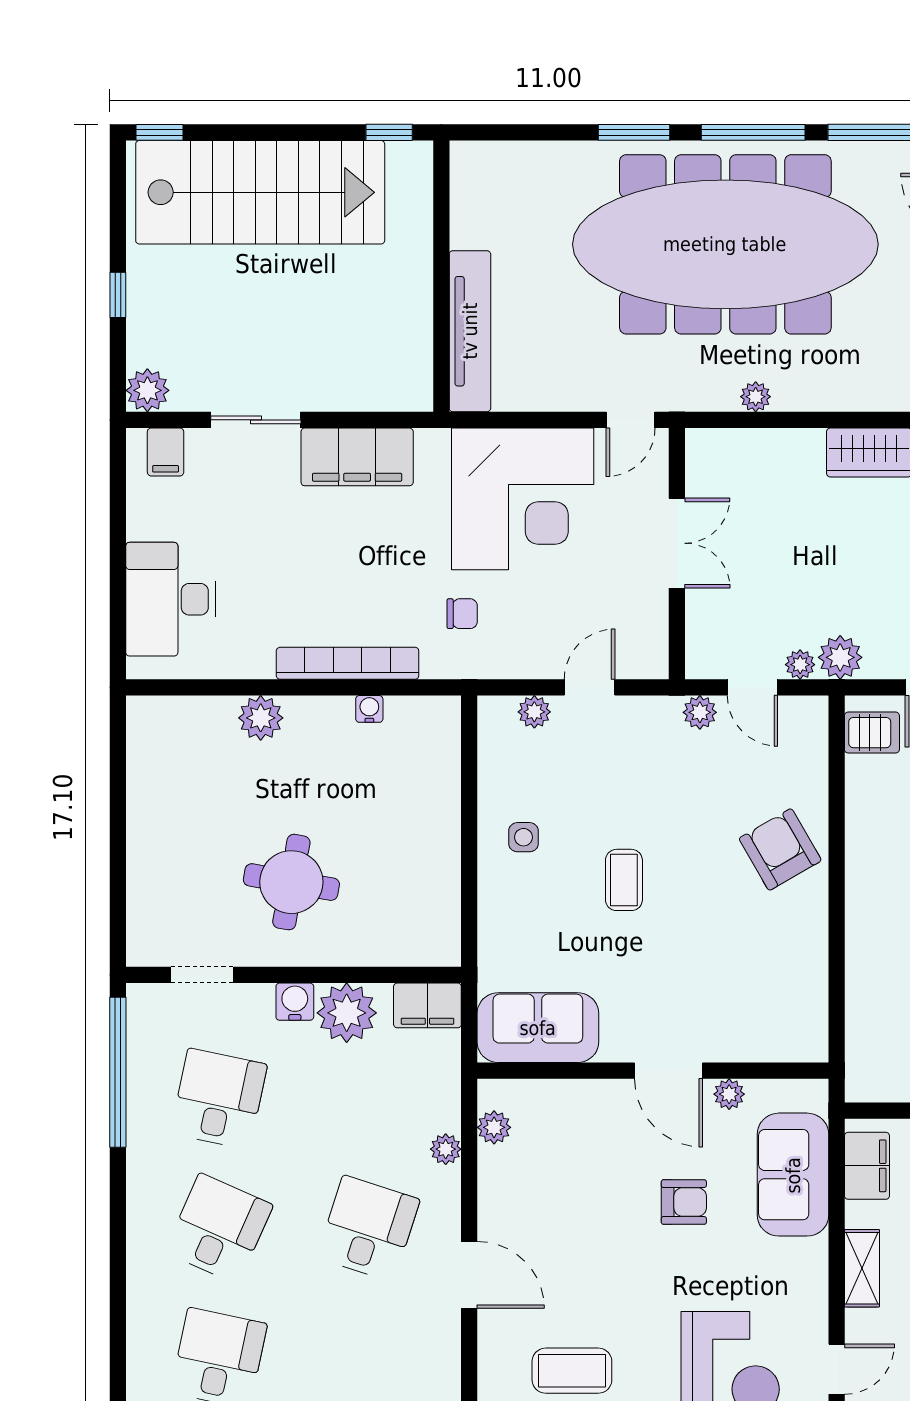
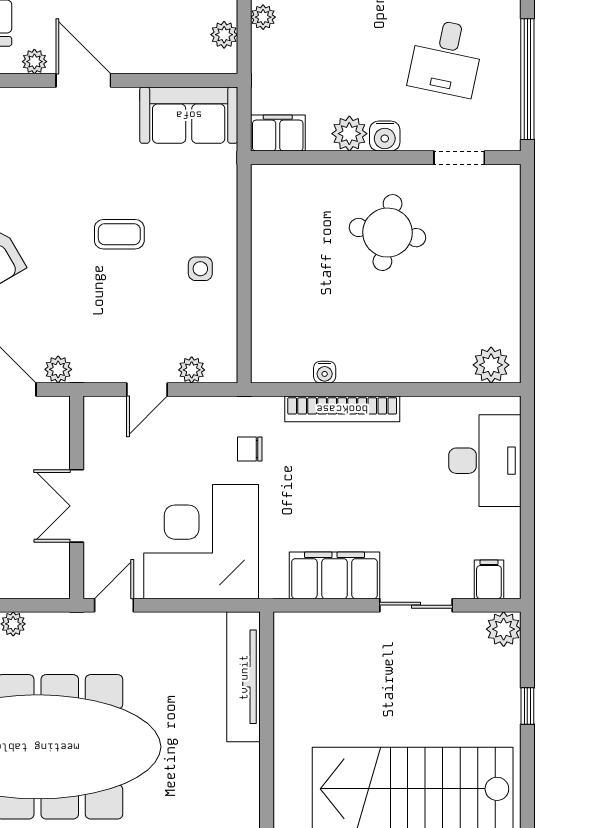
plant: (261, 718) -> (491, 365), moved
coffee table: (624, 880) -> (119, 234), turned 90
plant: (347, 1013) -> (349, 134), width x0.73, depth x0.73

